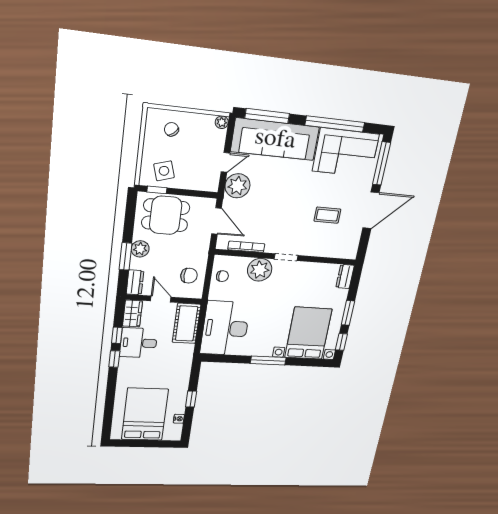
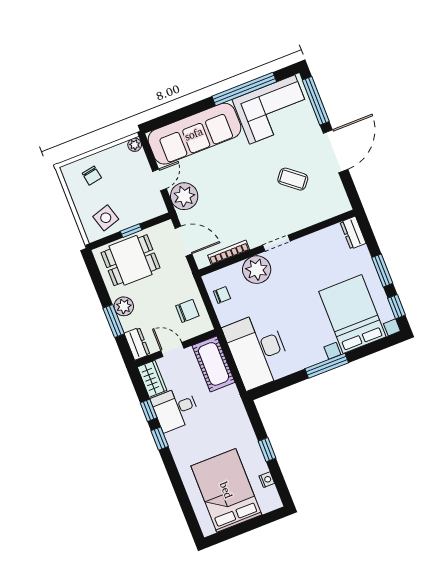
window: (267, 116) -> (174, 116), removed
chair: (171, 129) -> (92, 176), turned -149
window: (157, 190) -> (131, 231), moved
coffee table: (327, 215) -> (293, 179), turned 39

